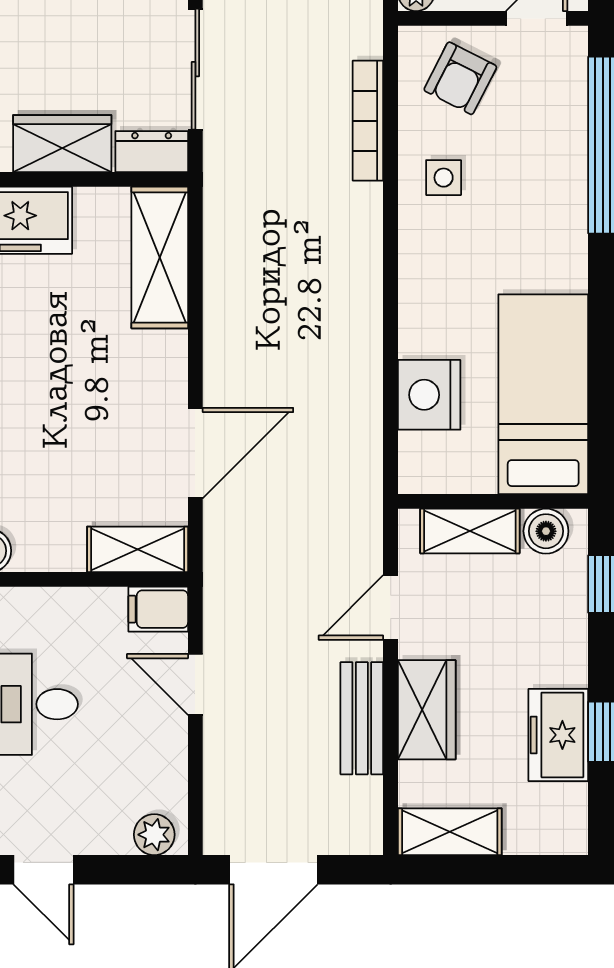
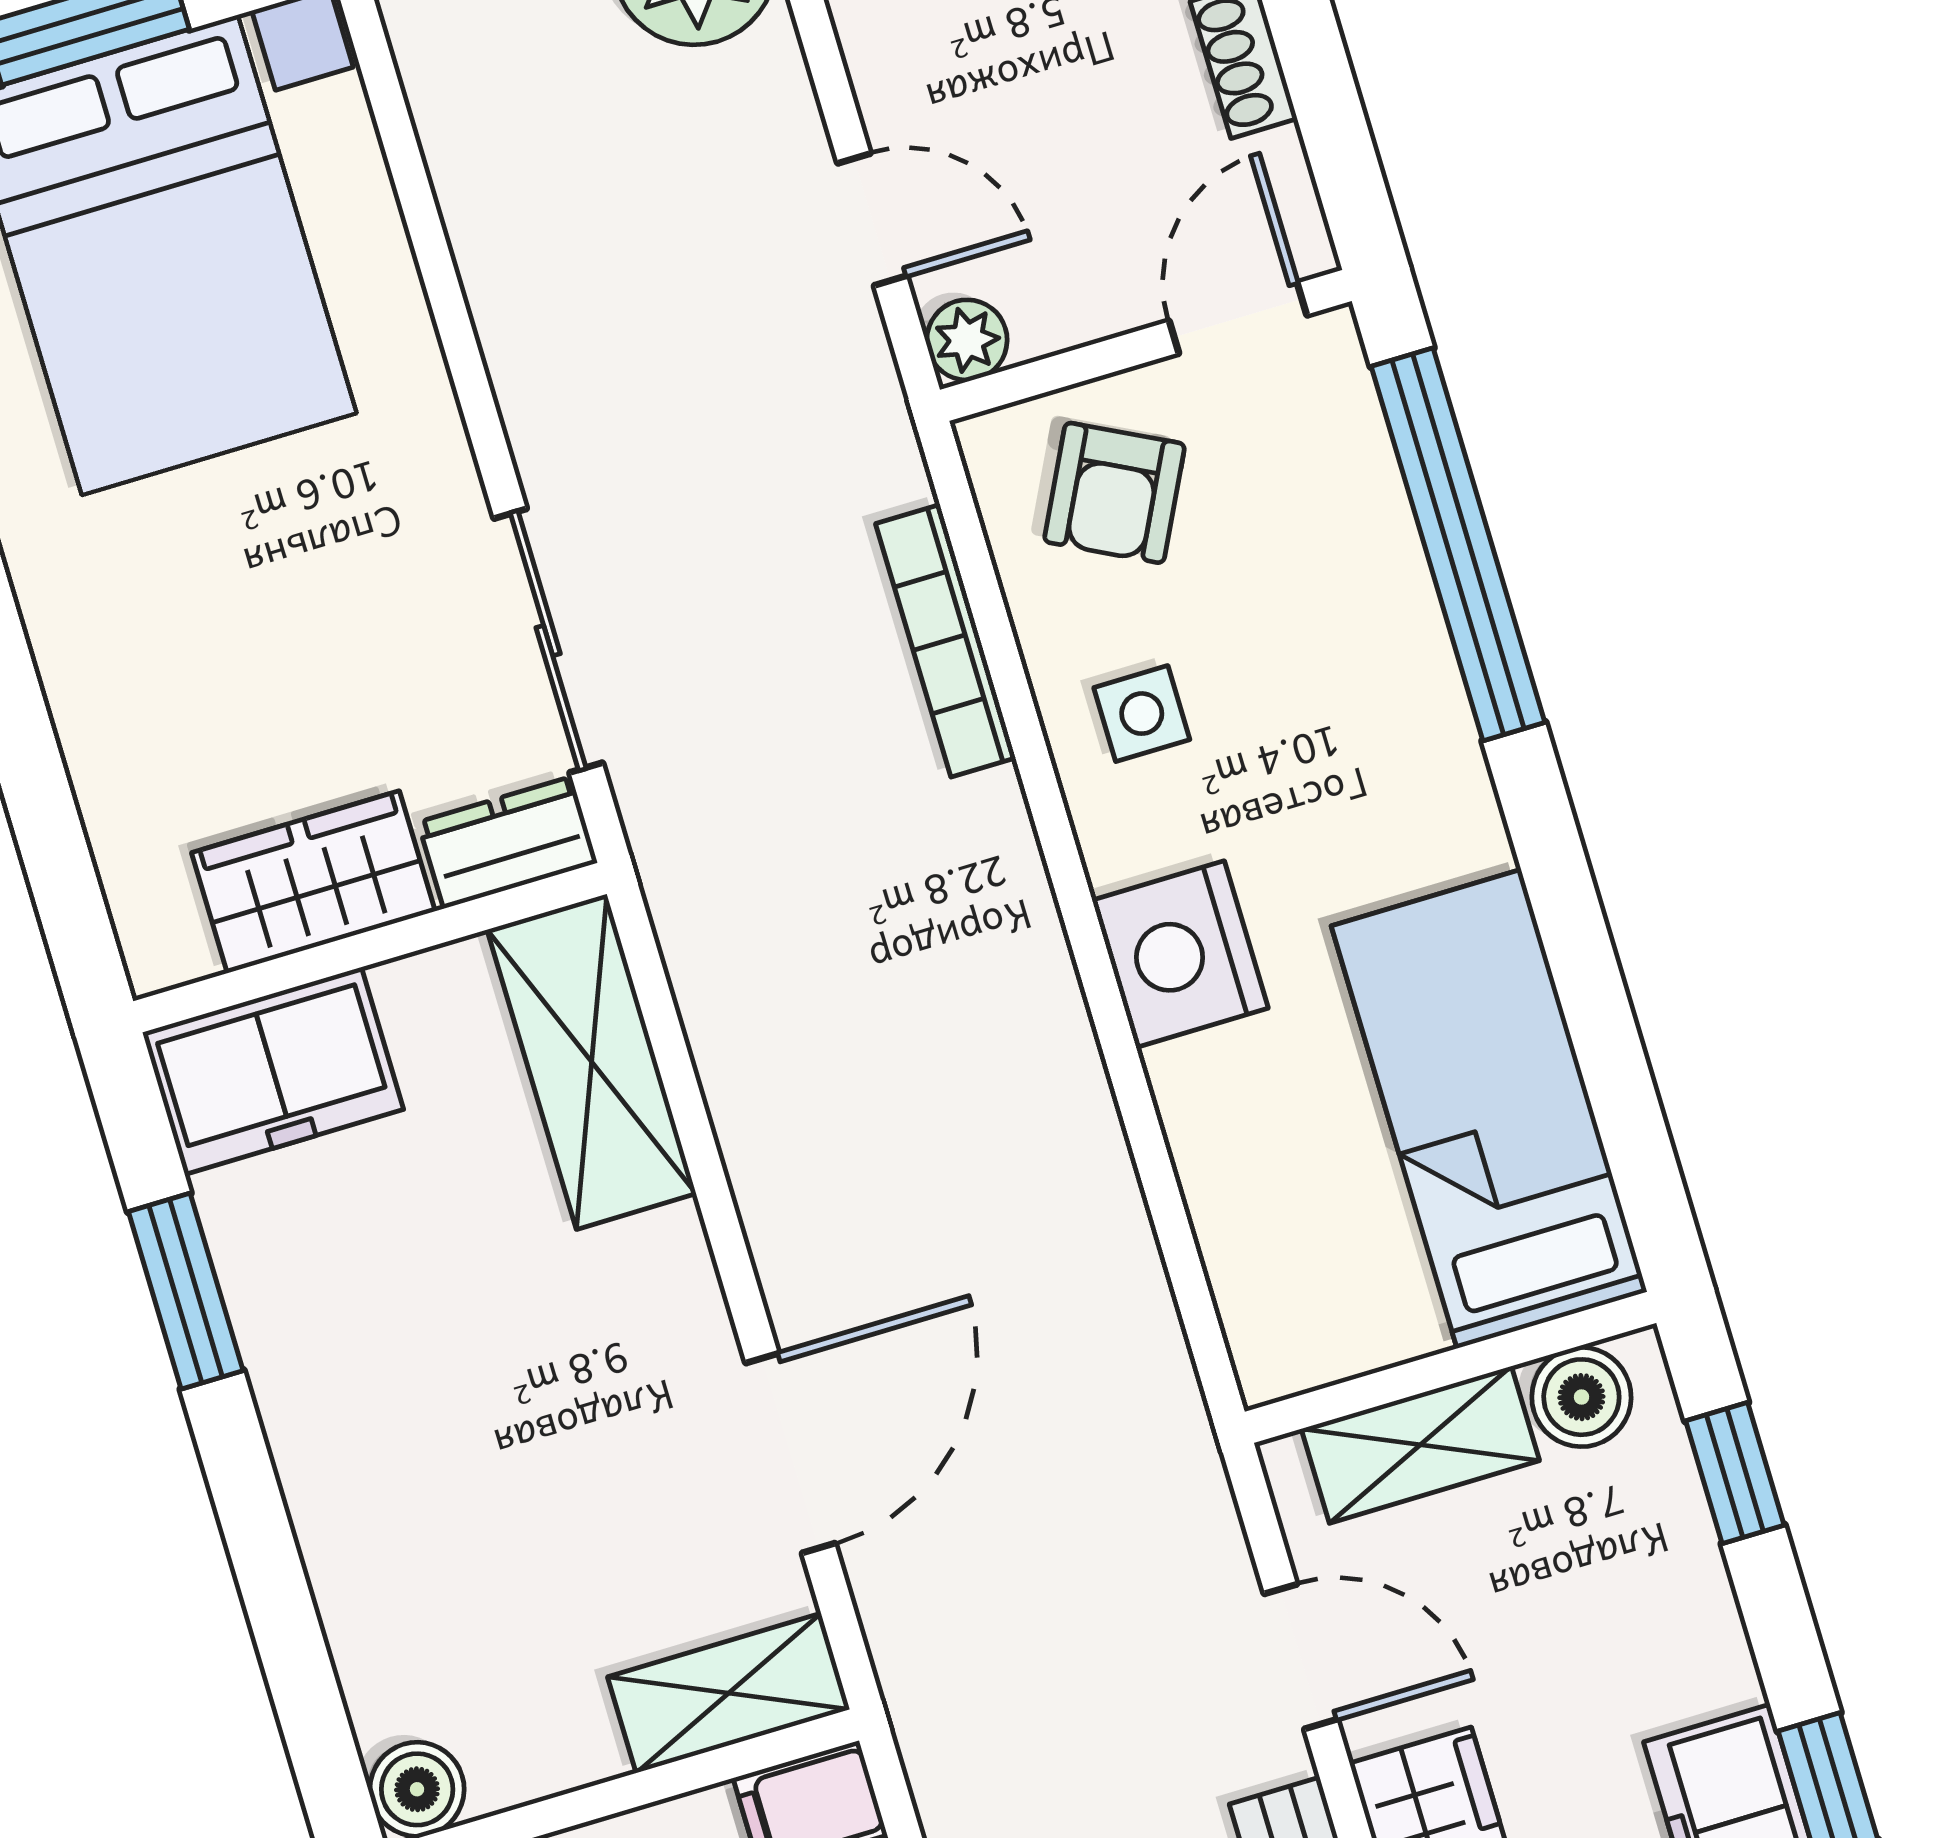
nightstand: (429, 395) -> (1180, 954), moved
door: (391, 607) -> (1301, 1657), swing flipped

